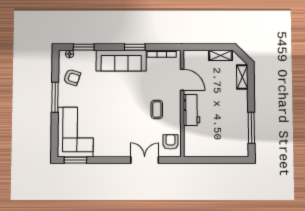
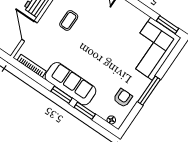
window: (84, 47) -> (85, 111), moved
window: (135, 47) -> (62, 95), moved
armchair: (72, 77) -> (123, 98), turned 72

